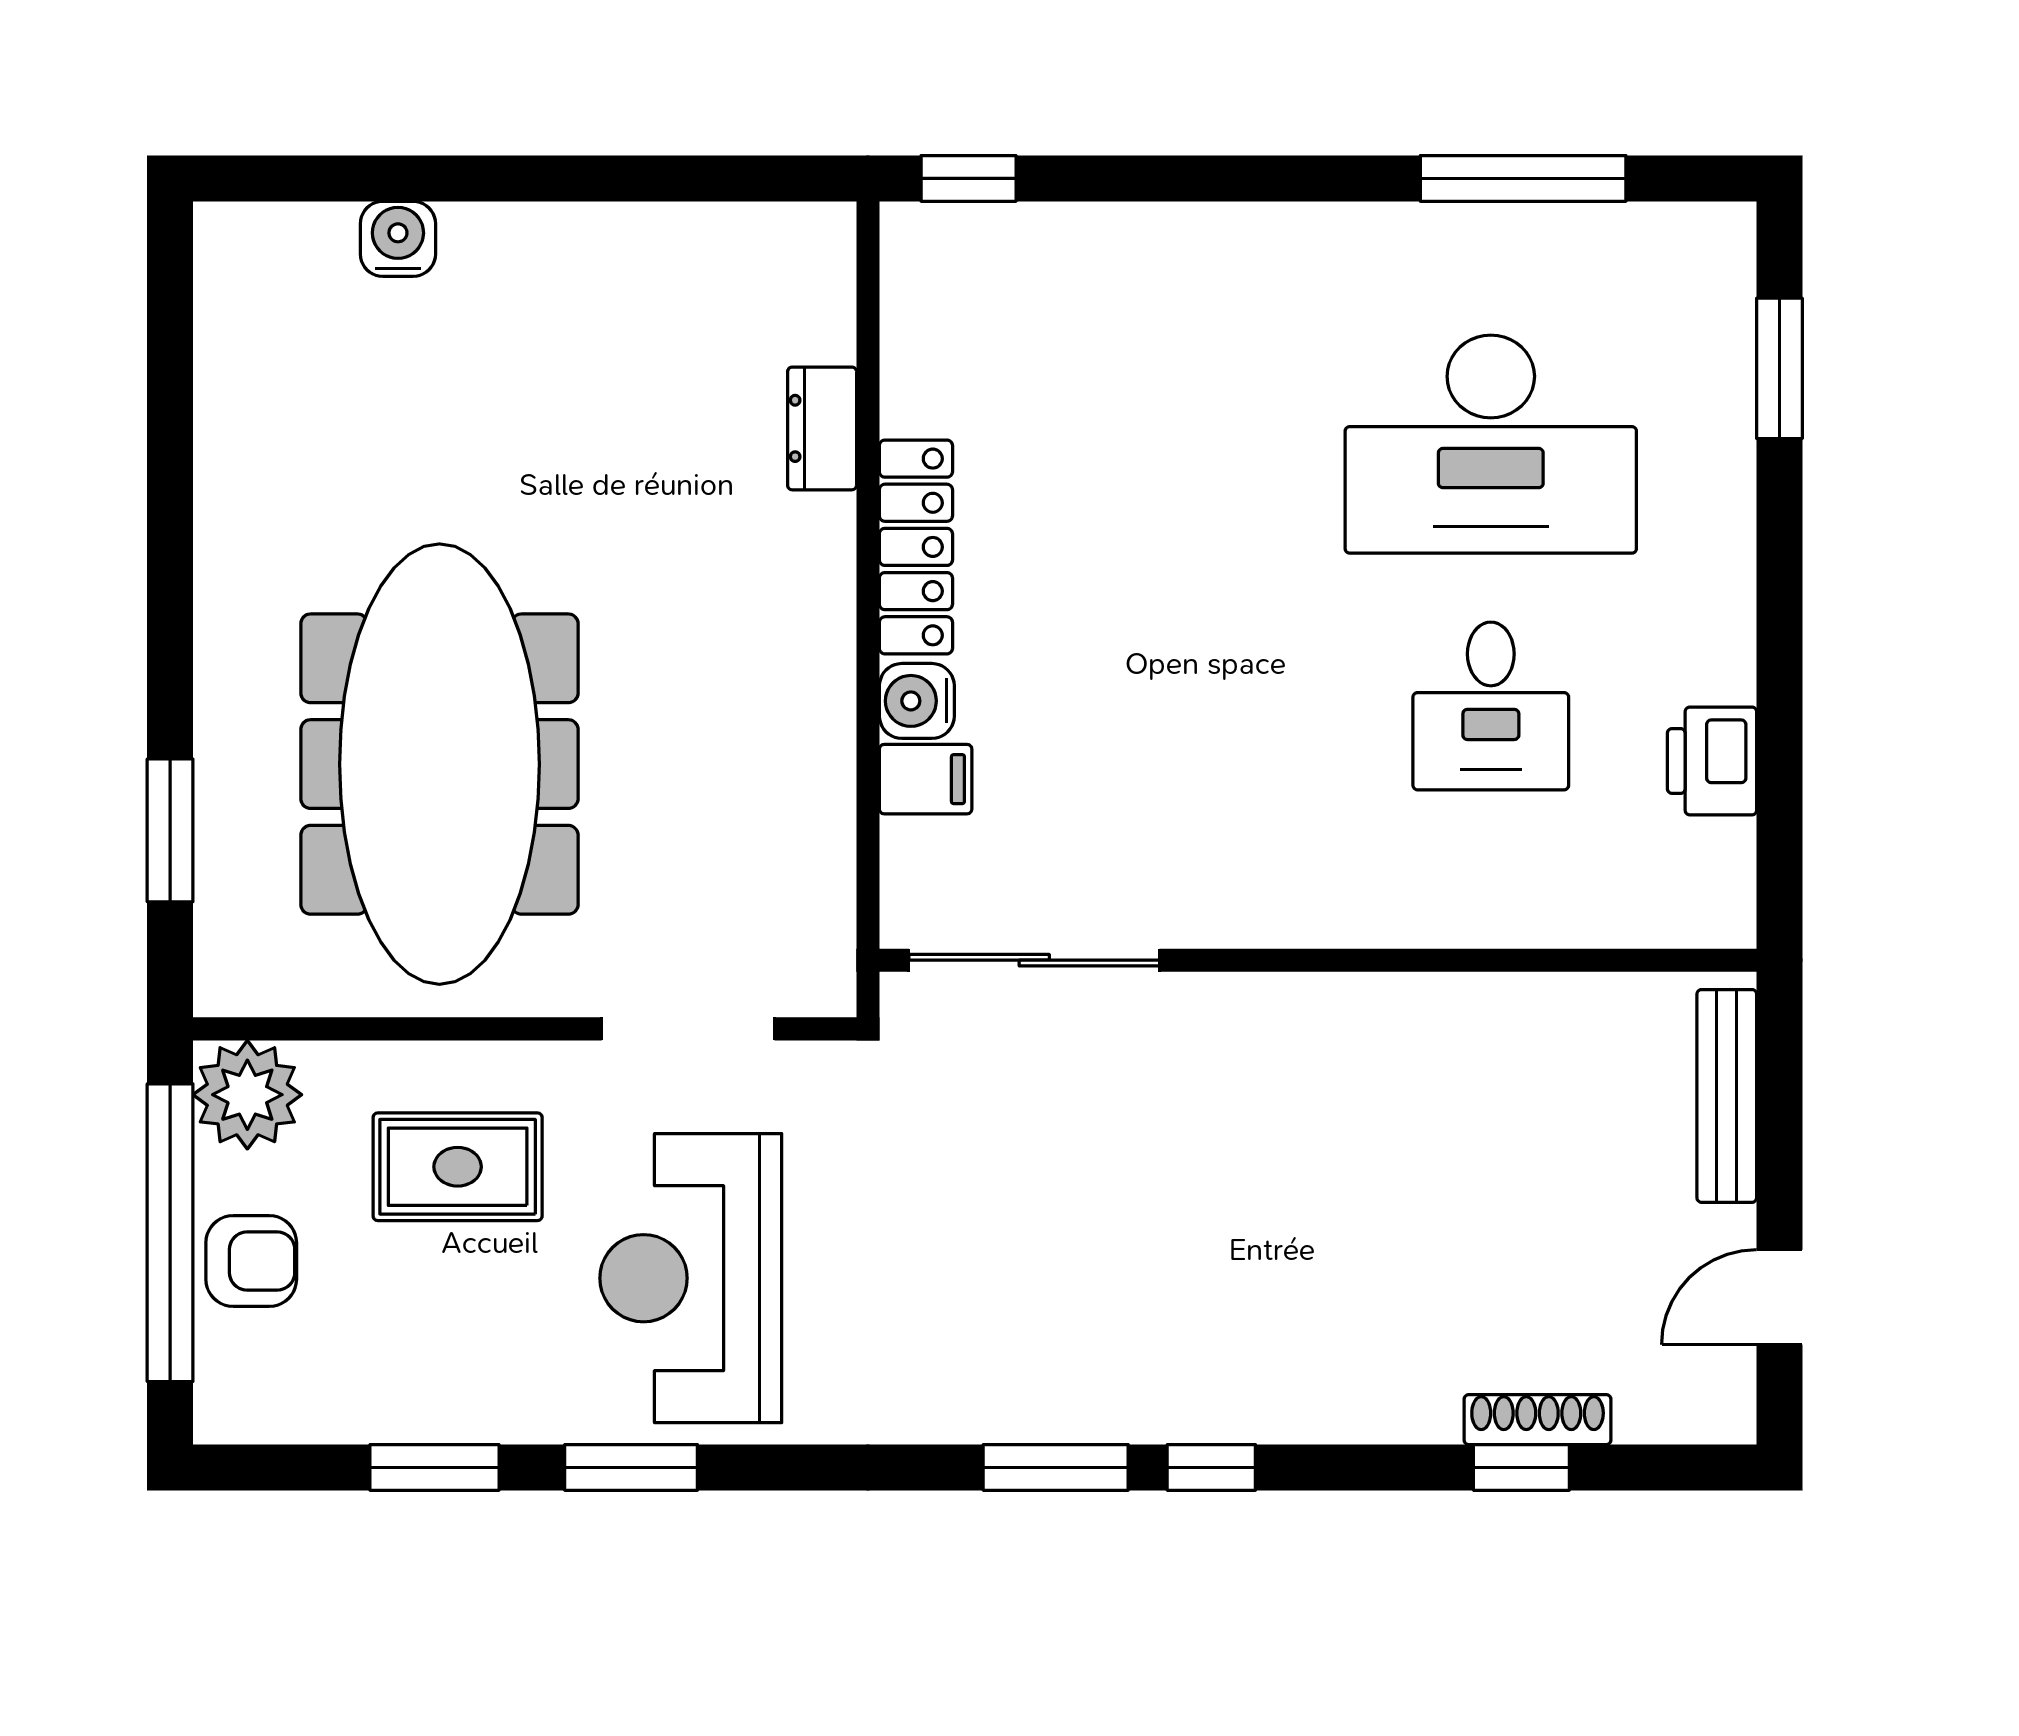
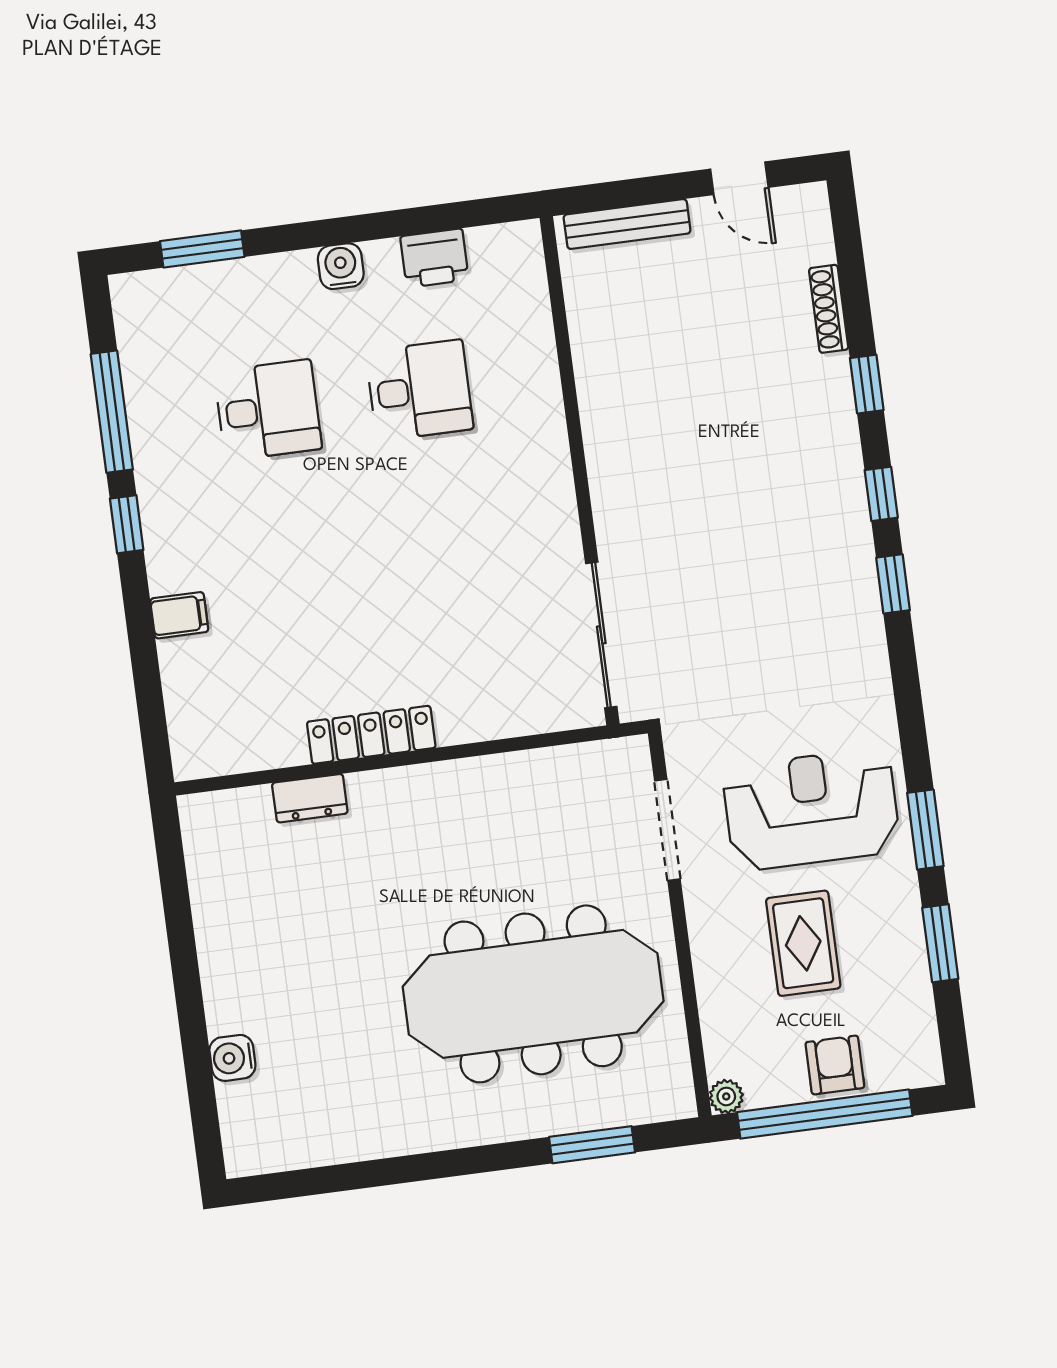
window: (969, 178) -> (127, 524), moved
desk: (1491, 444) -> (268, 410), width x0.53, depth x0.77
water cooler: (917, 701) -> (341, 266), moved, turned 180
filing cabinet: (926, 779) -> (179, 615), moved, turned 90
plant: (247, 1095) -> (726, 1096), width x0.53, depth x0.53
rug: (458, 1167) -> (803, 943), moved
reception desk: (691, 1278) -> (811, 809), turned 180
window: (1056, 1467) -> (893, 584), width x0.67
window: (1521, 1467) -> (867, 384), moved

